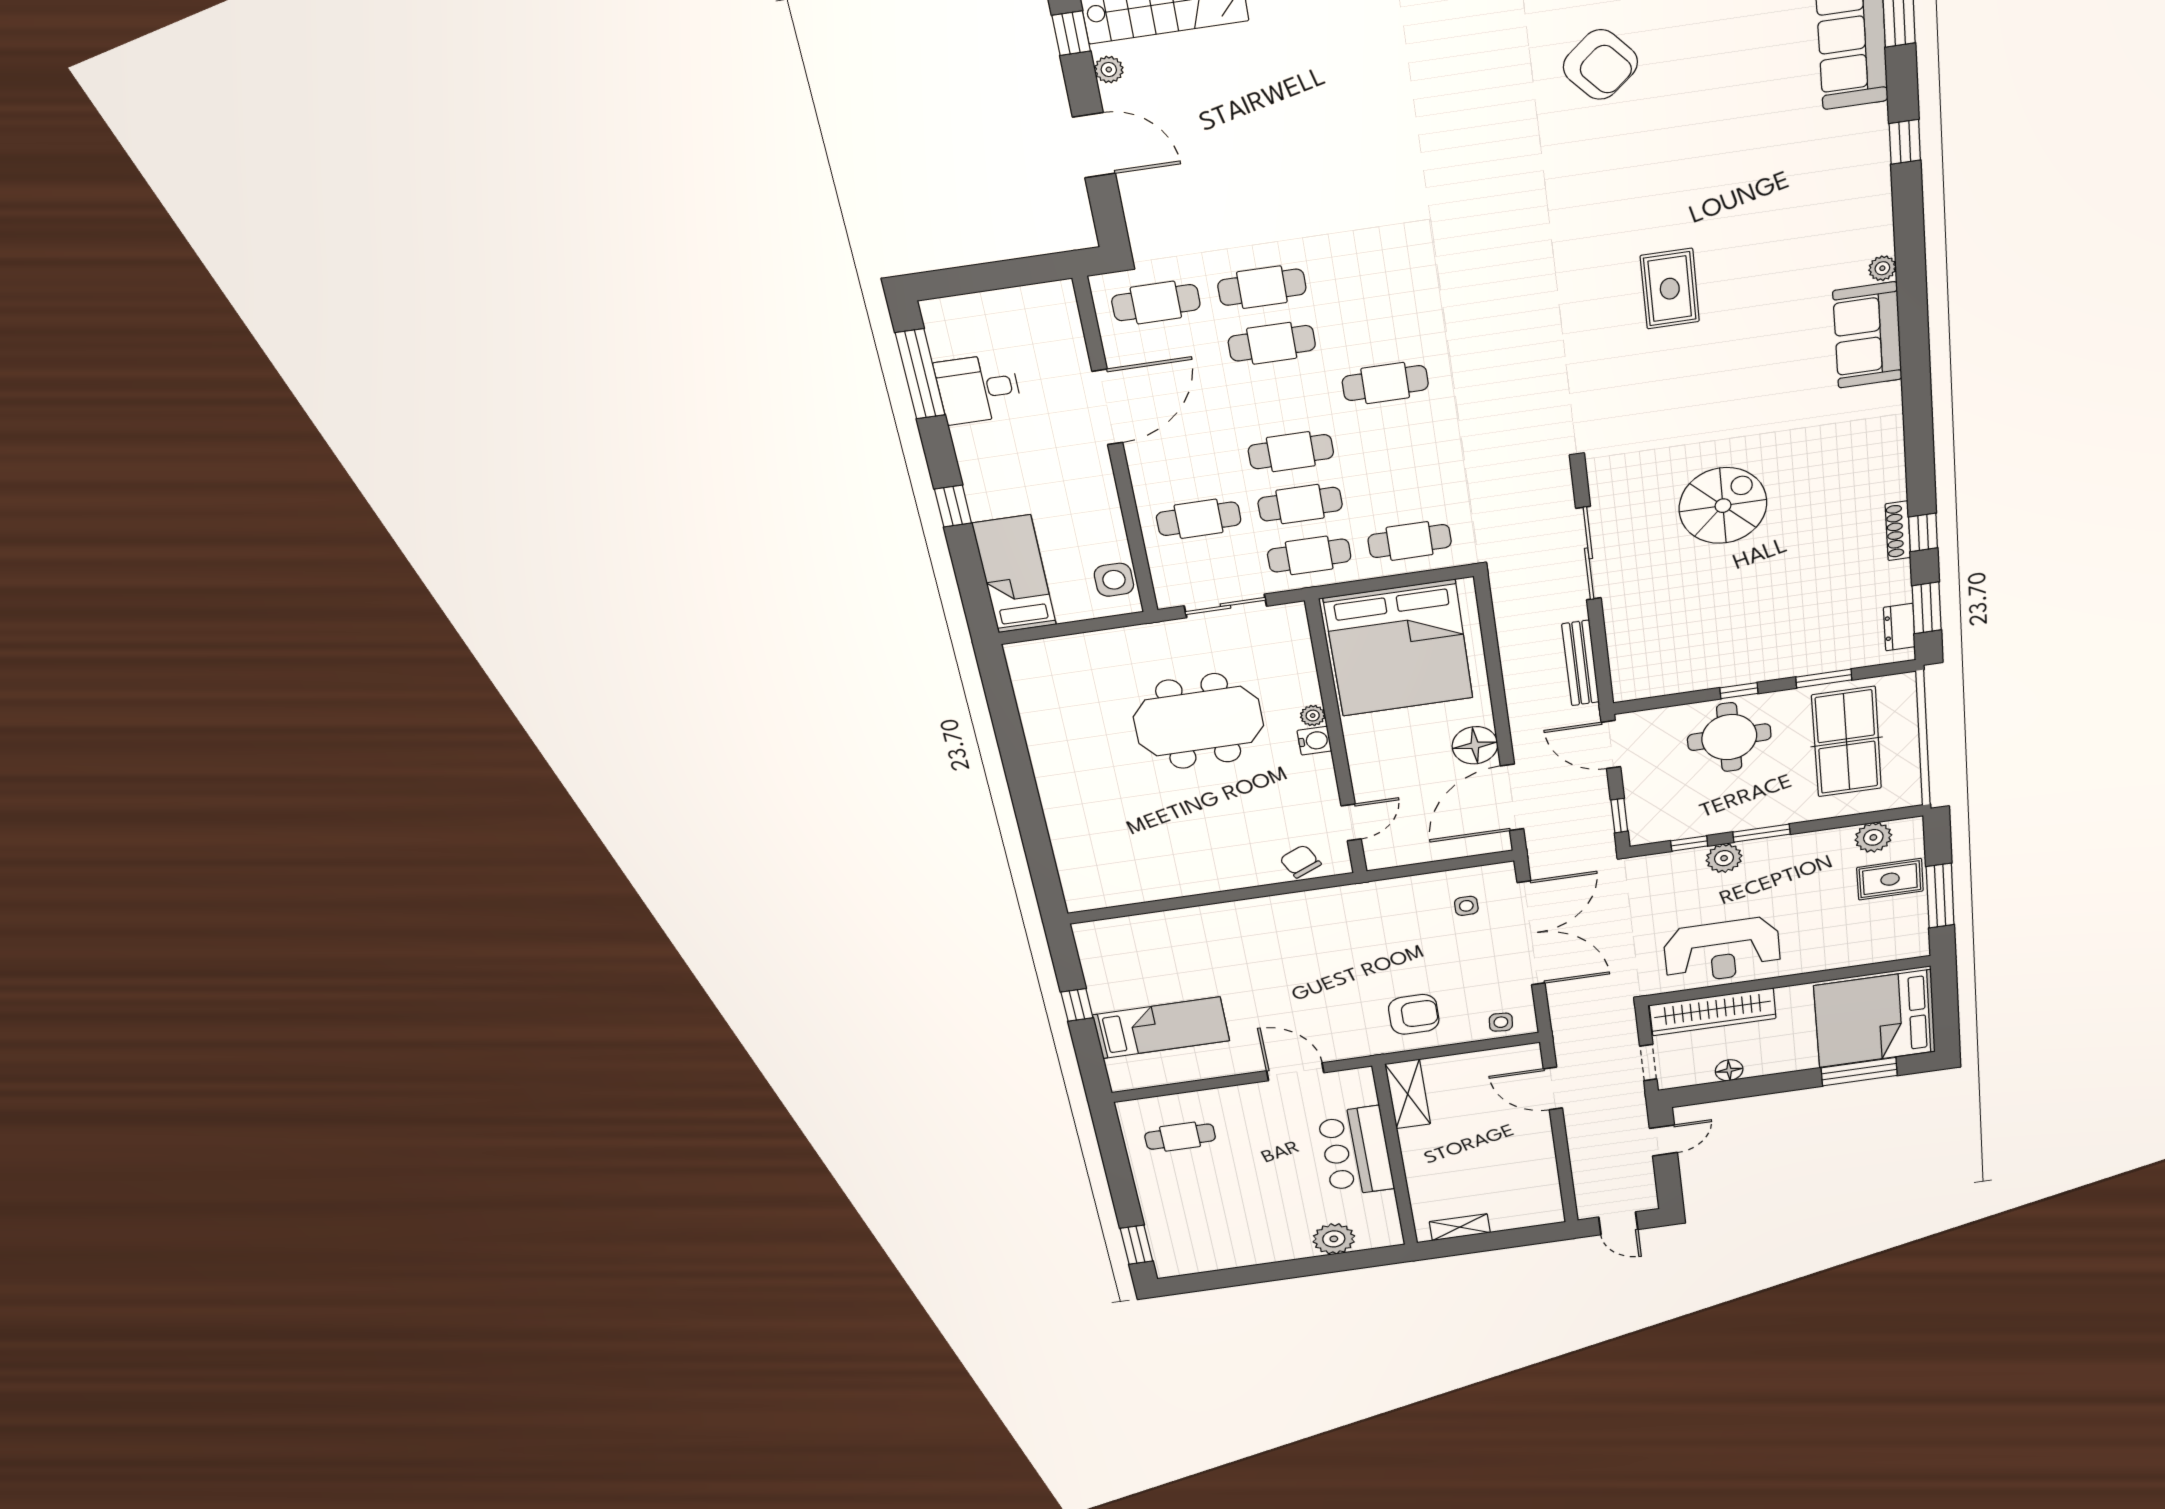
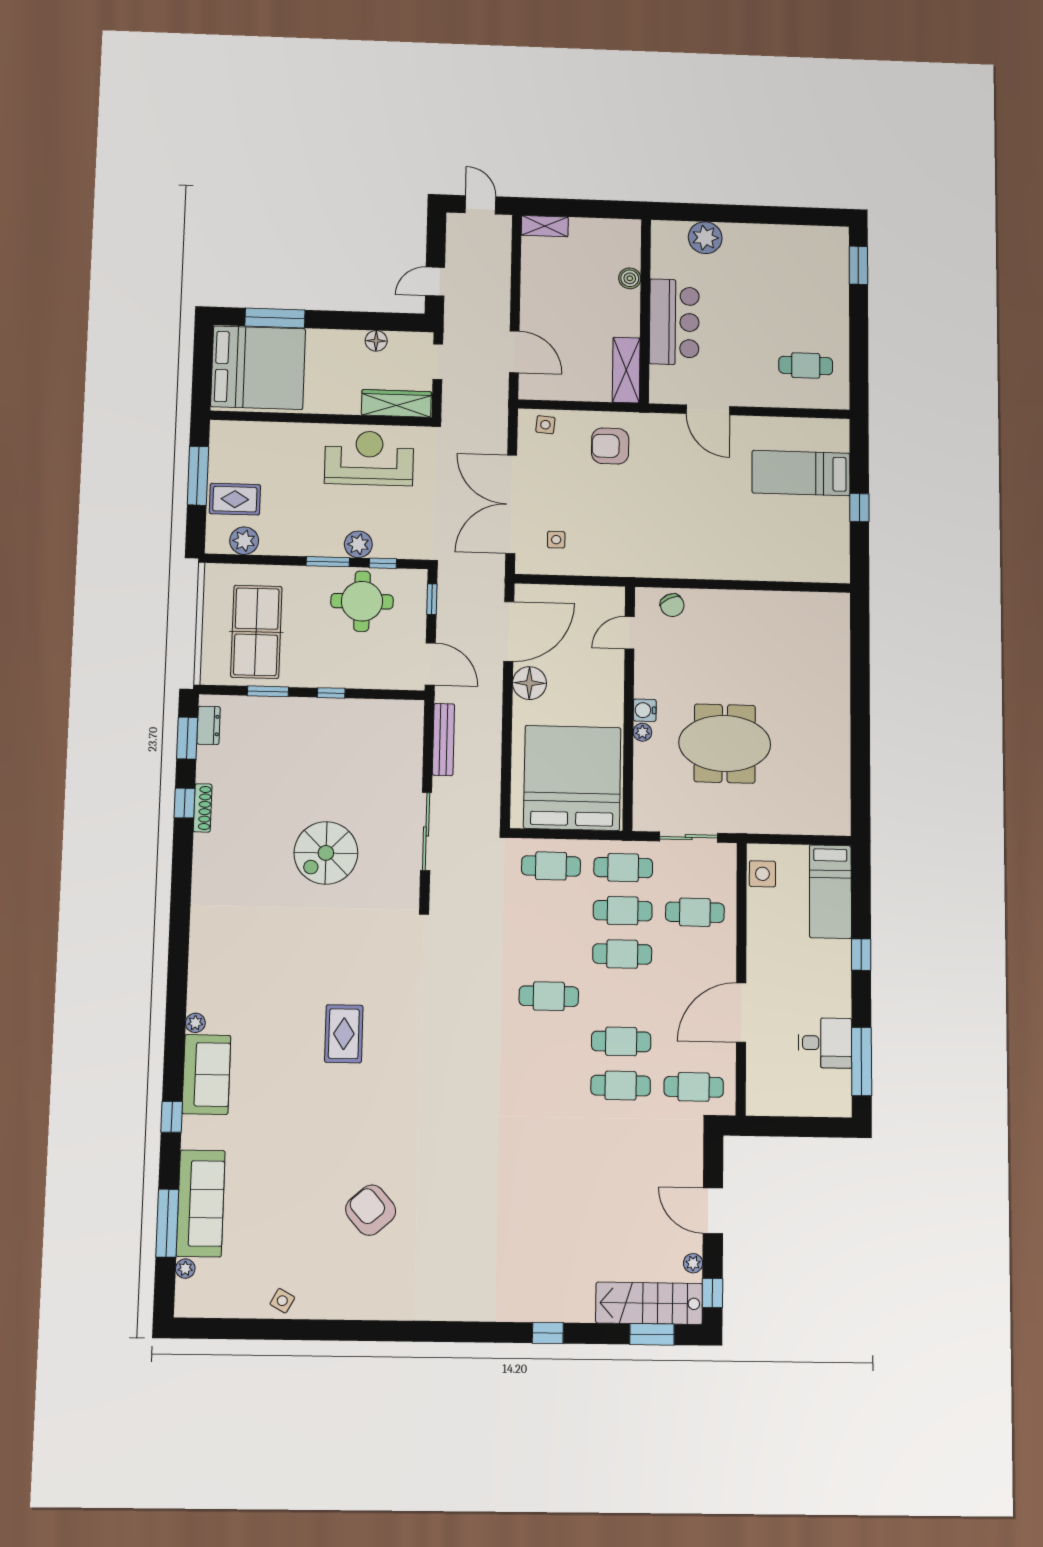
sofa: (1867, 335) -> (206, 1074), moved
round table: (1729, 737) -> (362, 601), moved
wardrobe: (1713, 1012) -> (396, 403), width x0.71, depth x0.85
boiler: (1420, 1184) -> (630, 278), added
shelving: (1460, 1227) -> (545, 226), moved

